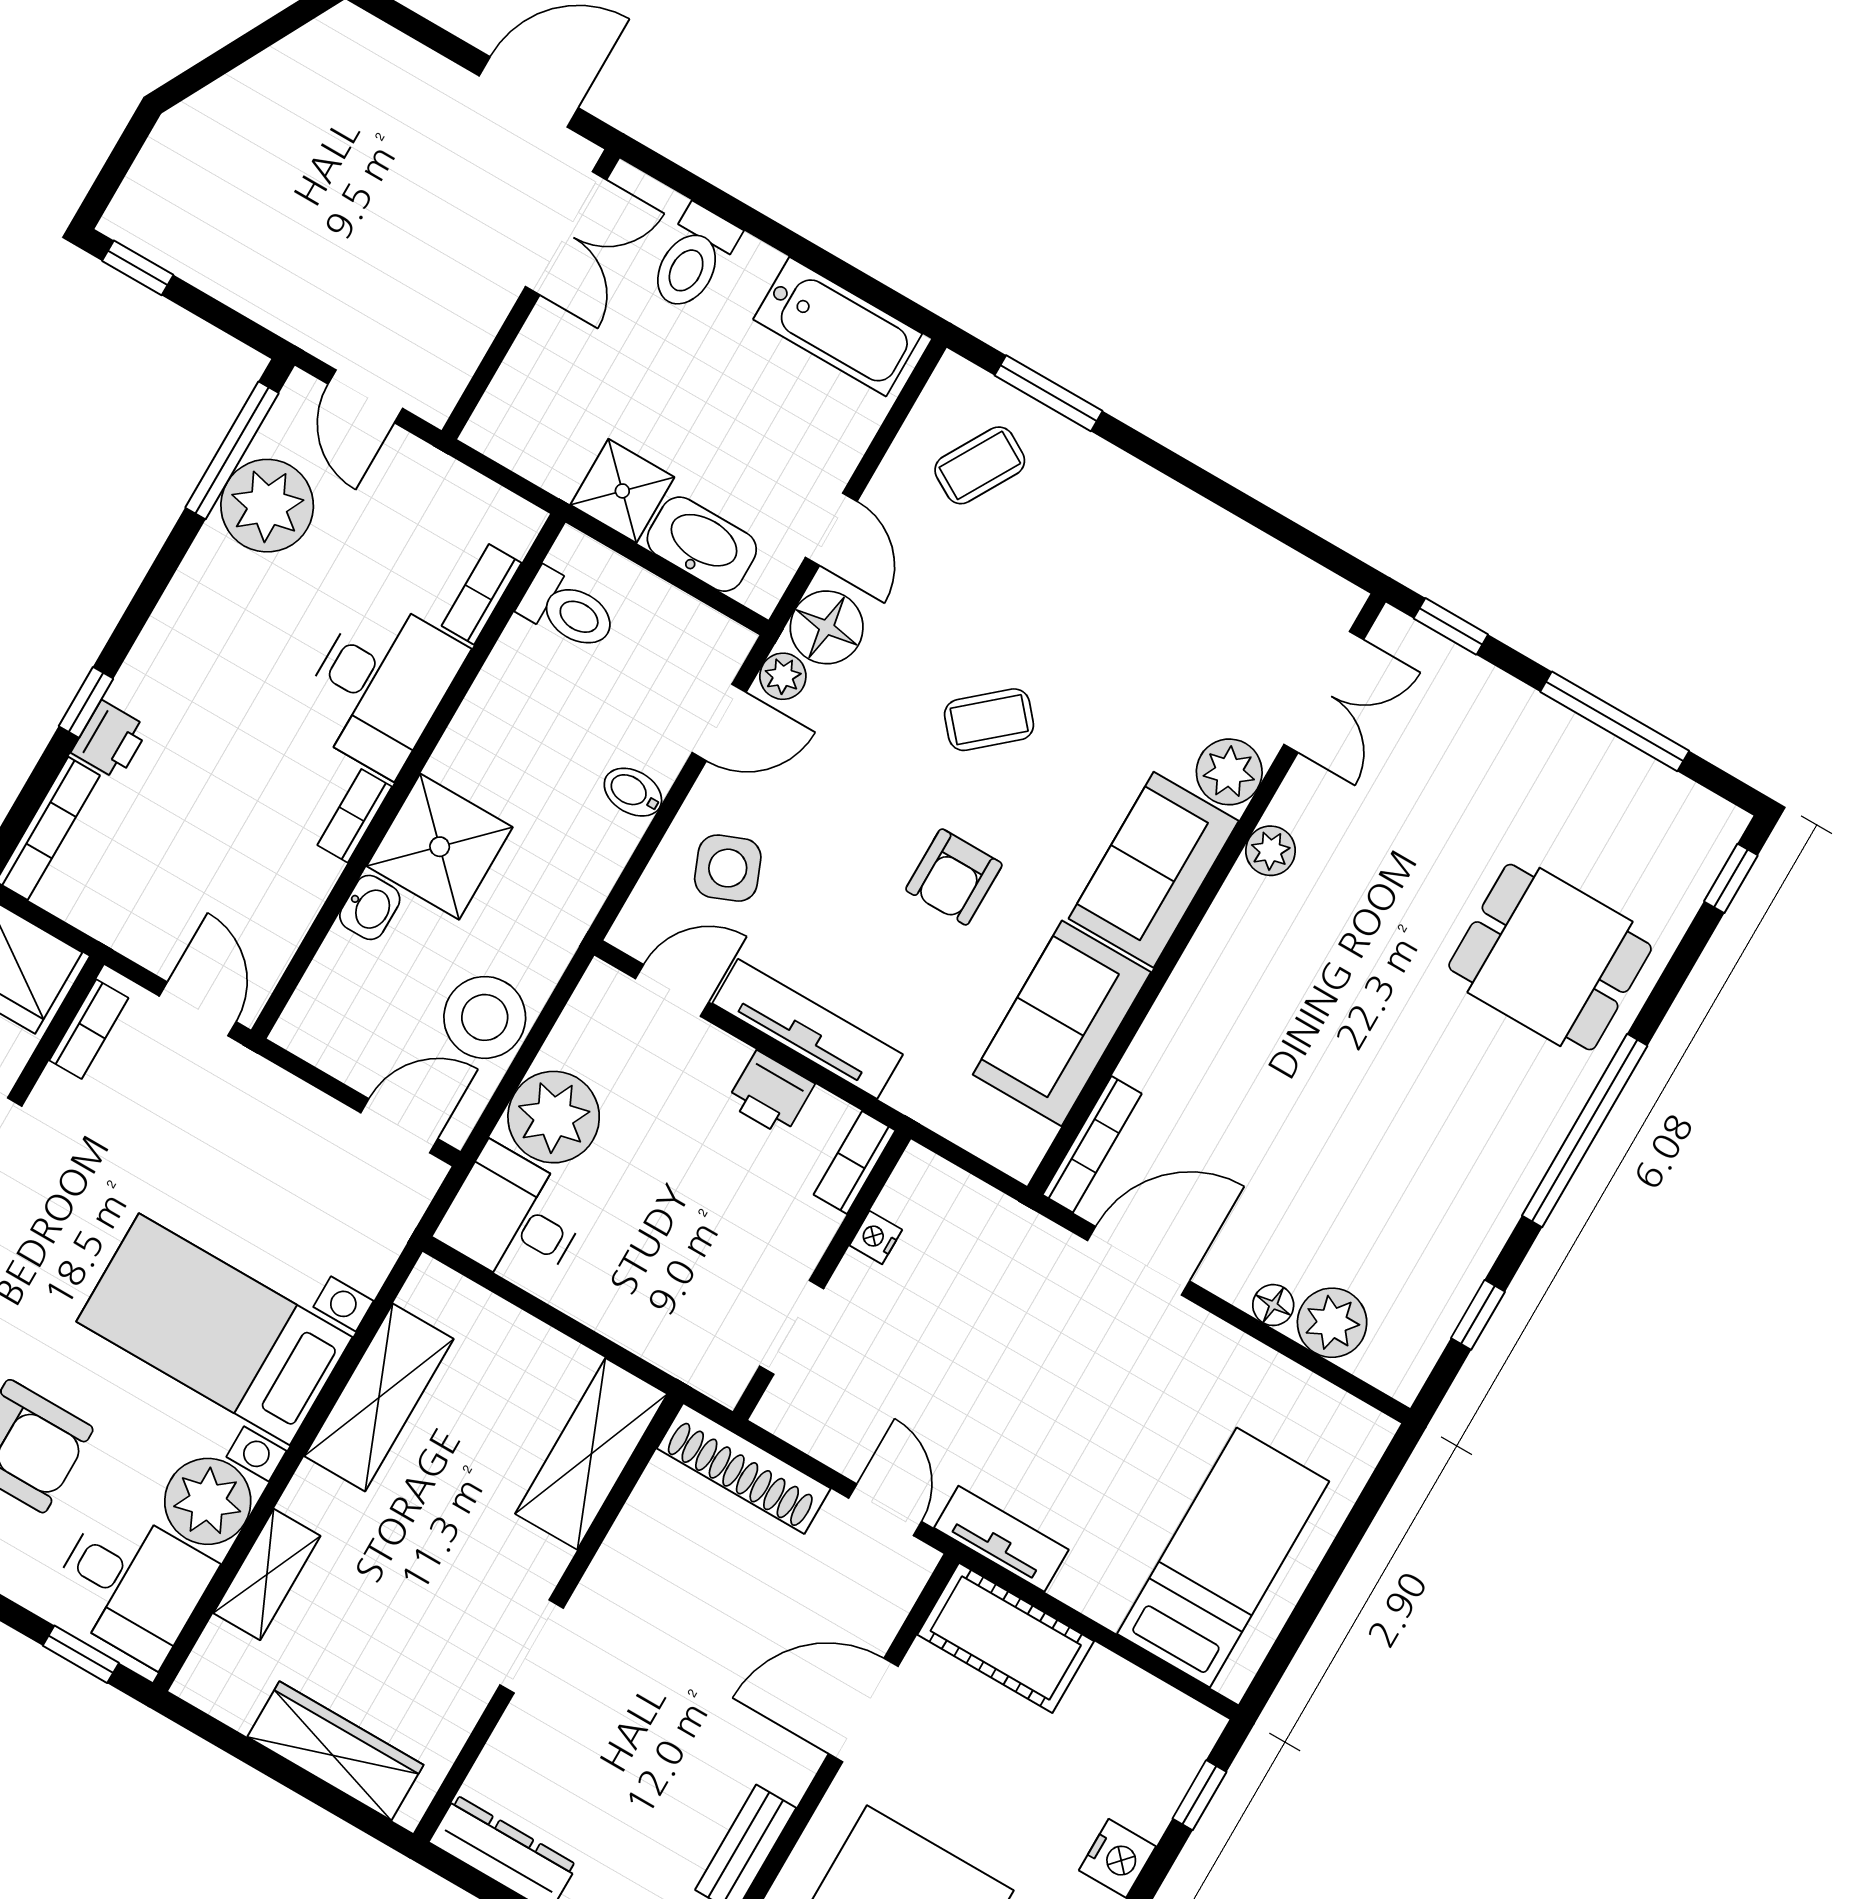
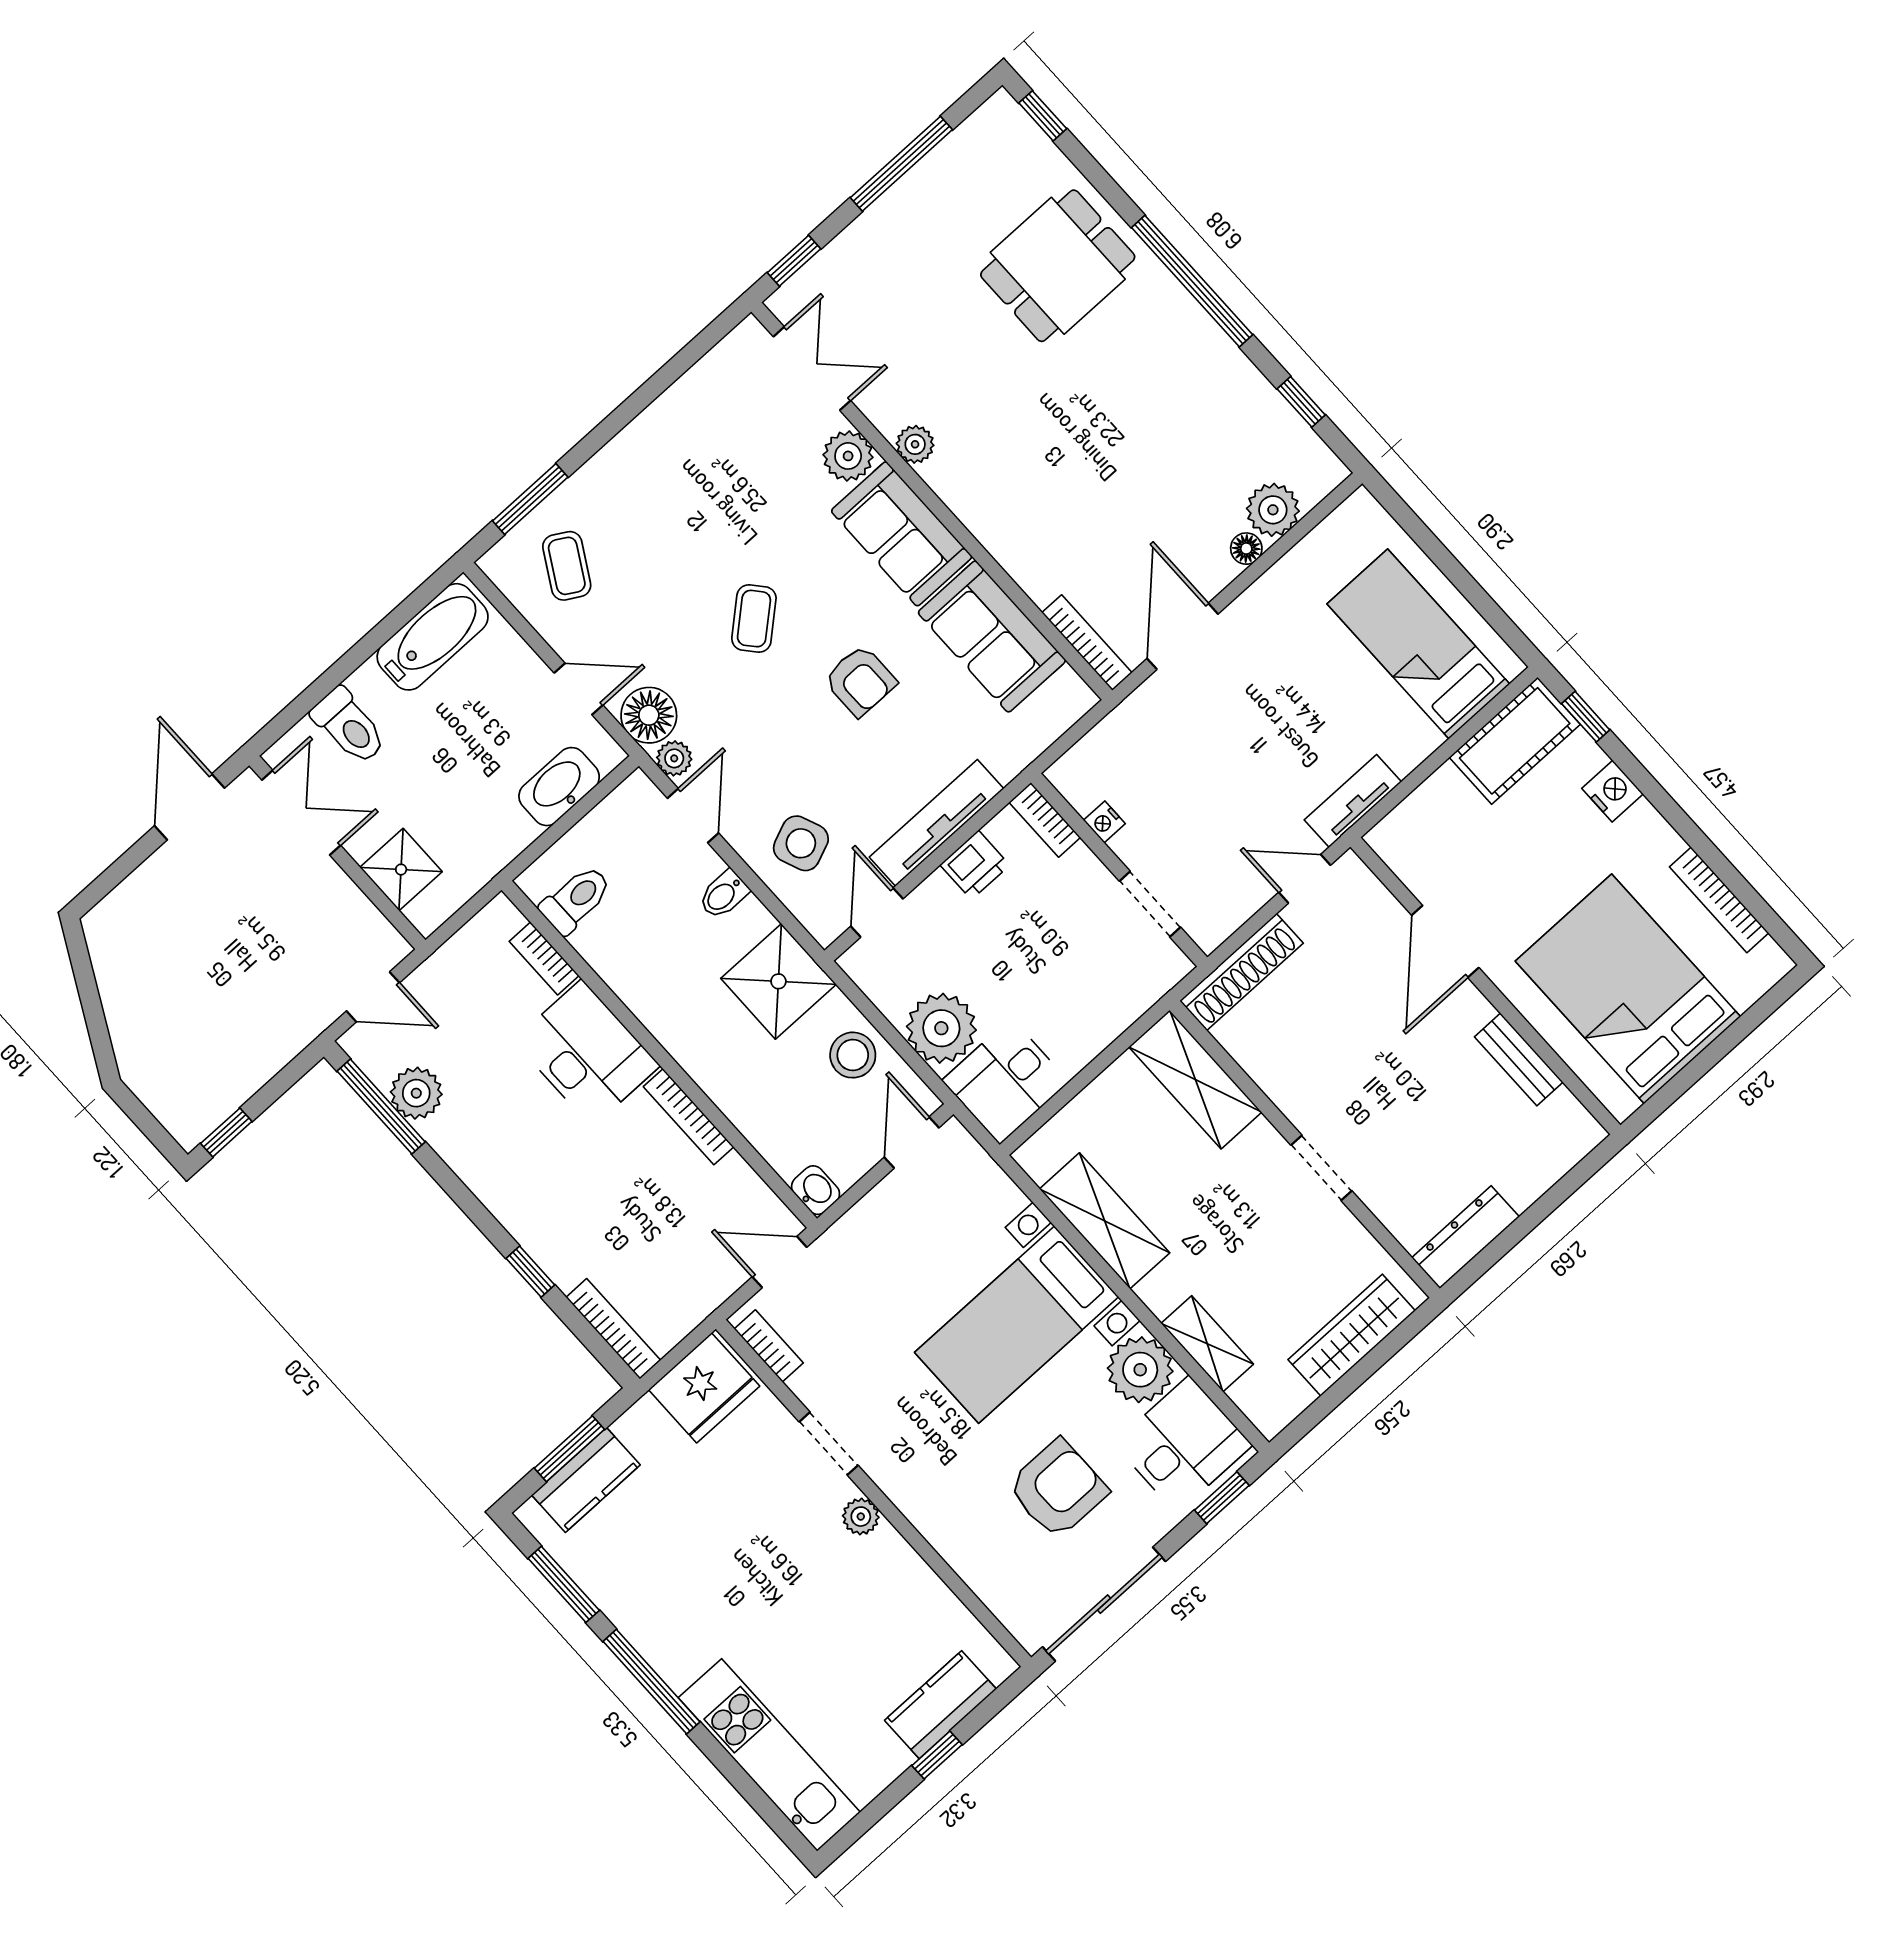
shower: (622, 491) -> (401, 870), moved
plant: (267, 506) -> (416, 1093), width x0.73, depth x0.73
printer: (110, 740) -> (563, 1263), removed
bookcase: (355, 816) -> (688, 1117), width x1.56
shower: (440, 847) -> (778, 981), moved
washbasin: (370, 907) -> (816, 1190), moved
stool: (485, 1017) -> (853, 1055), width x0.73, depth x0.73
cot: (1006, 1638) -> (1515, 741), moved

